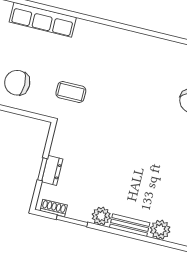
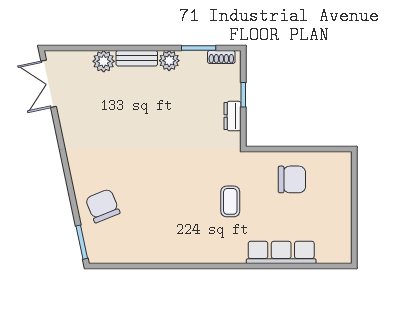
coffee table: (71, 92) -> (230, 201), moved, turned 90
dresser: (52, 170) -> (232, 116), moved

